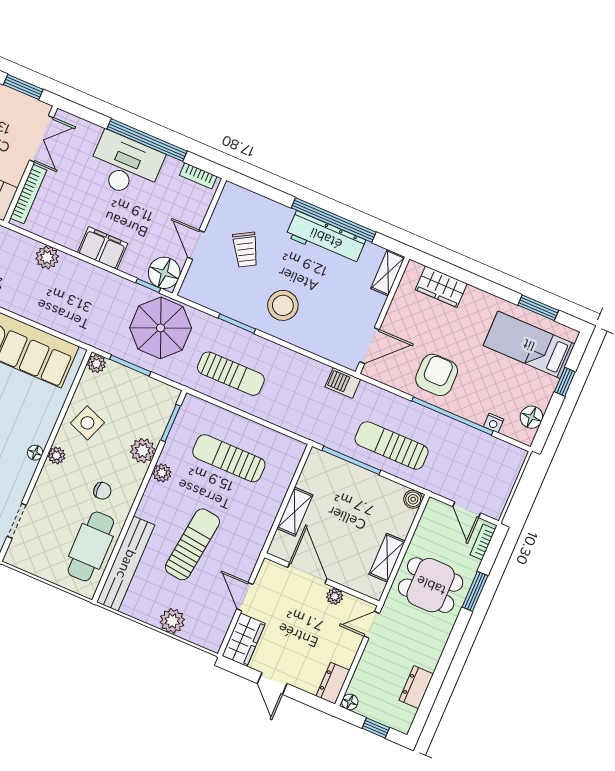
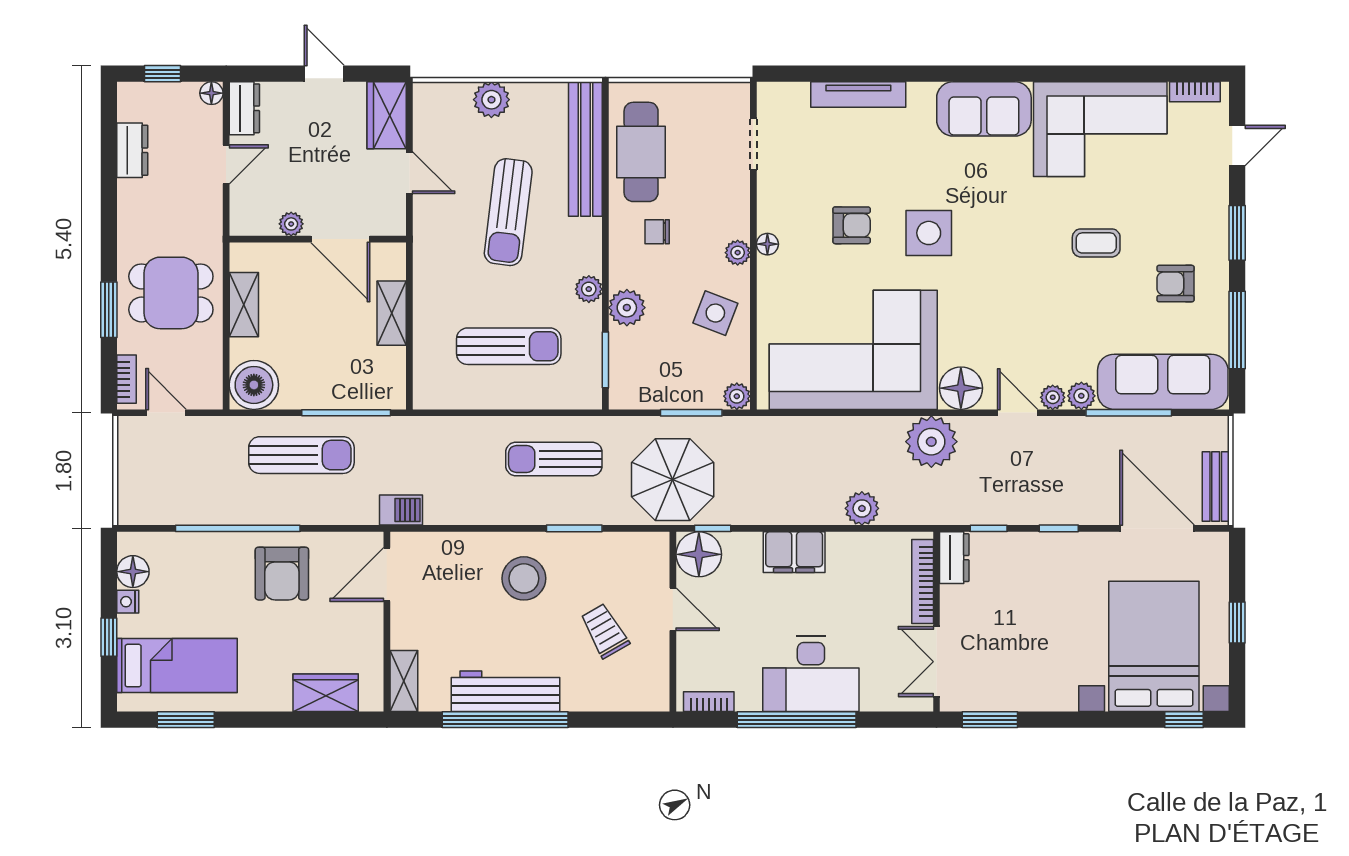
nightstand: (494, 423) -> (128, 602), moved, turned -90
boiler: (413, 499) -> (254, 385), width x1.86, depth x1.86
door: (372, 625) -> (226, 164), moved

